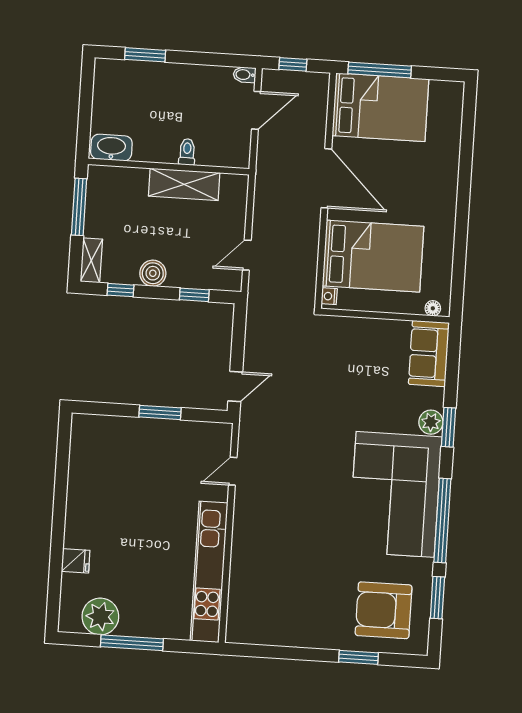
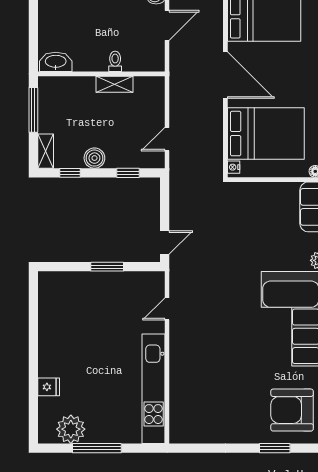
shelving: (184, 184) -> (115, 84), width x0.67, depth x0.75

